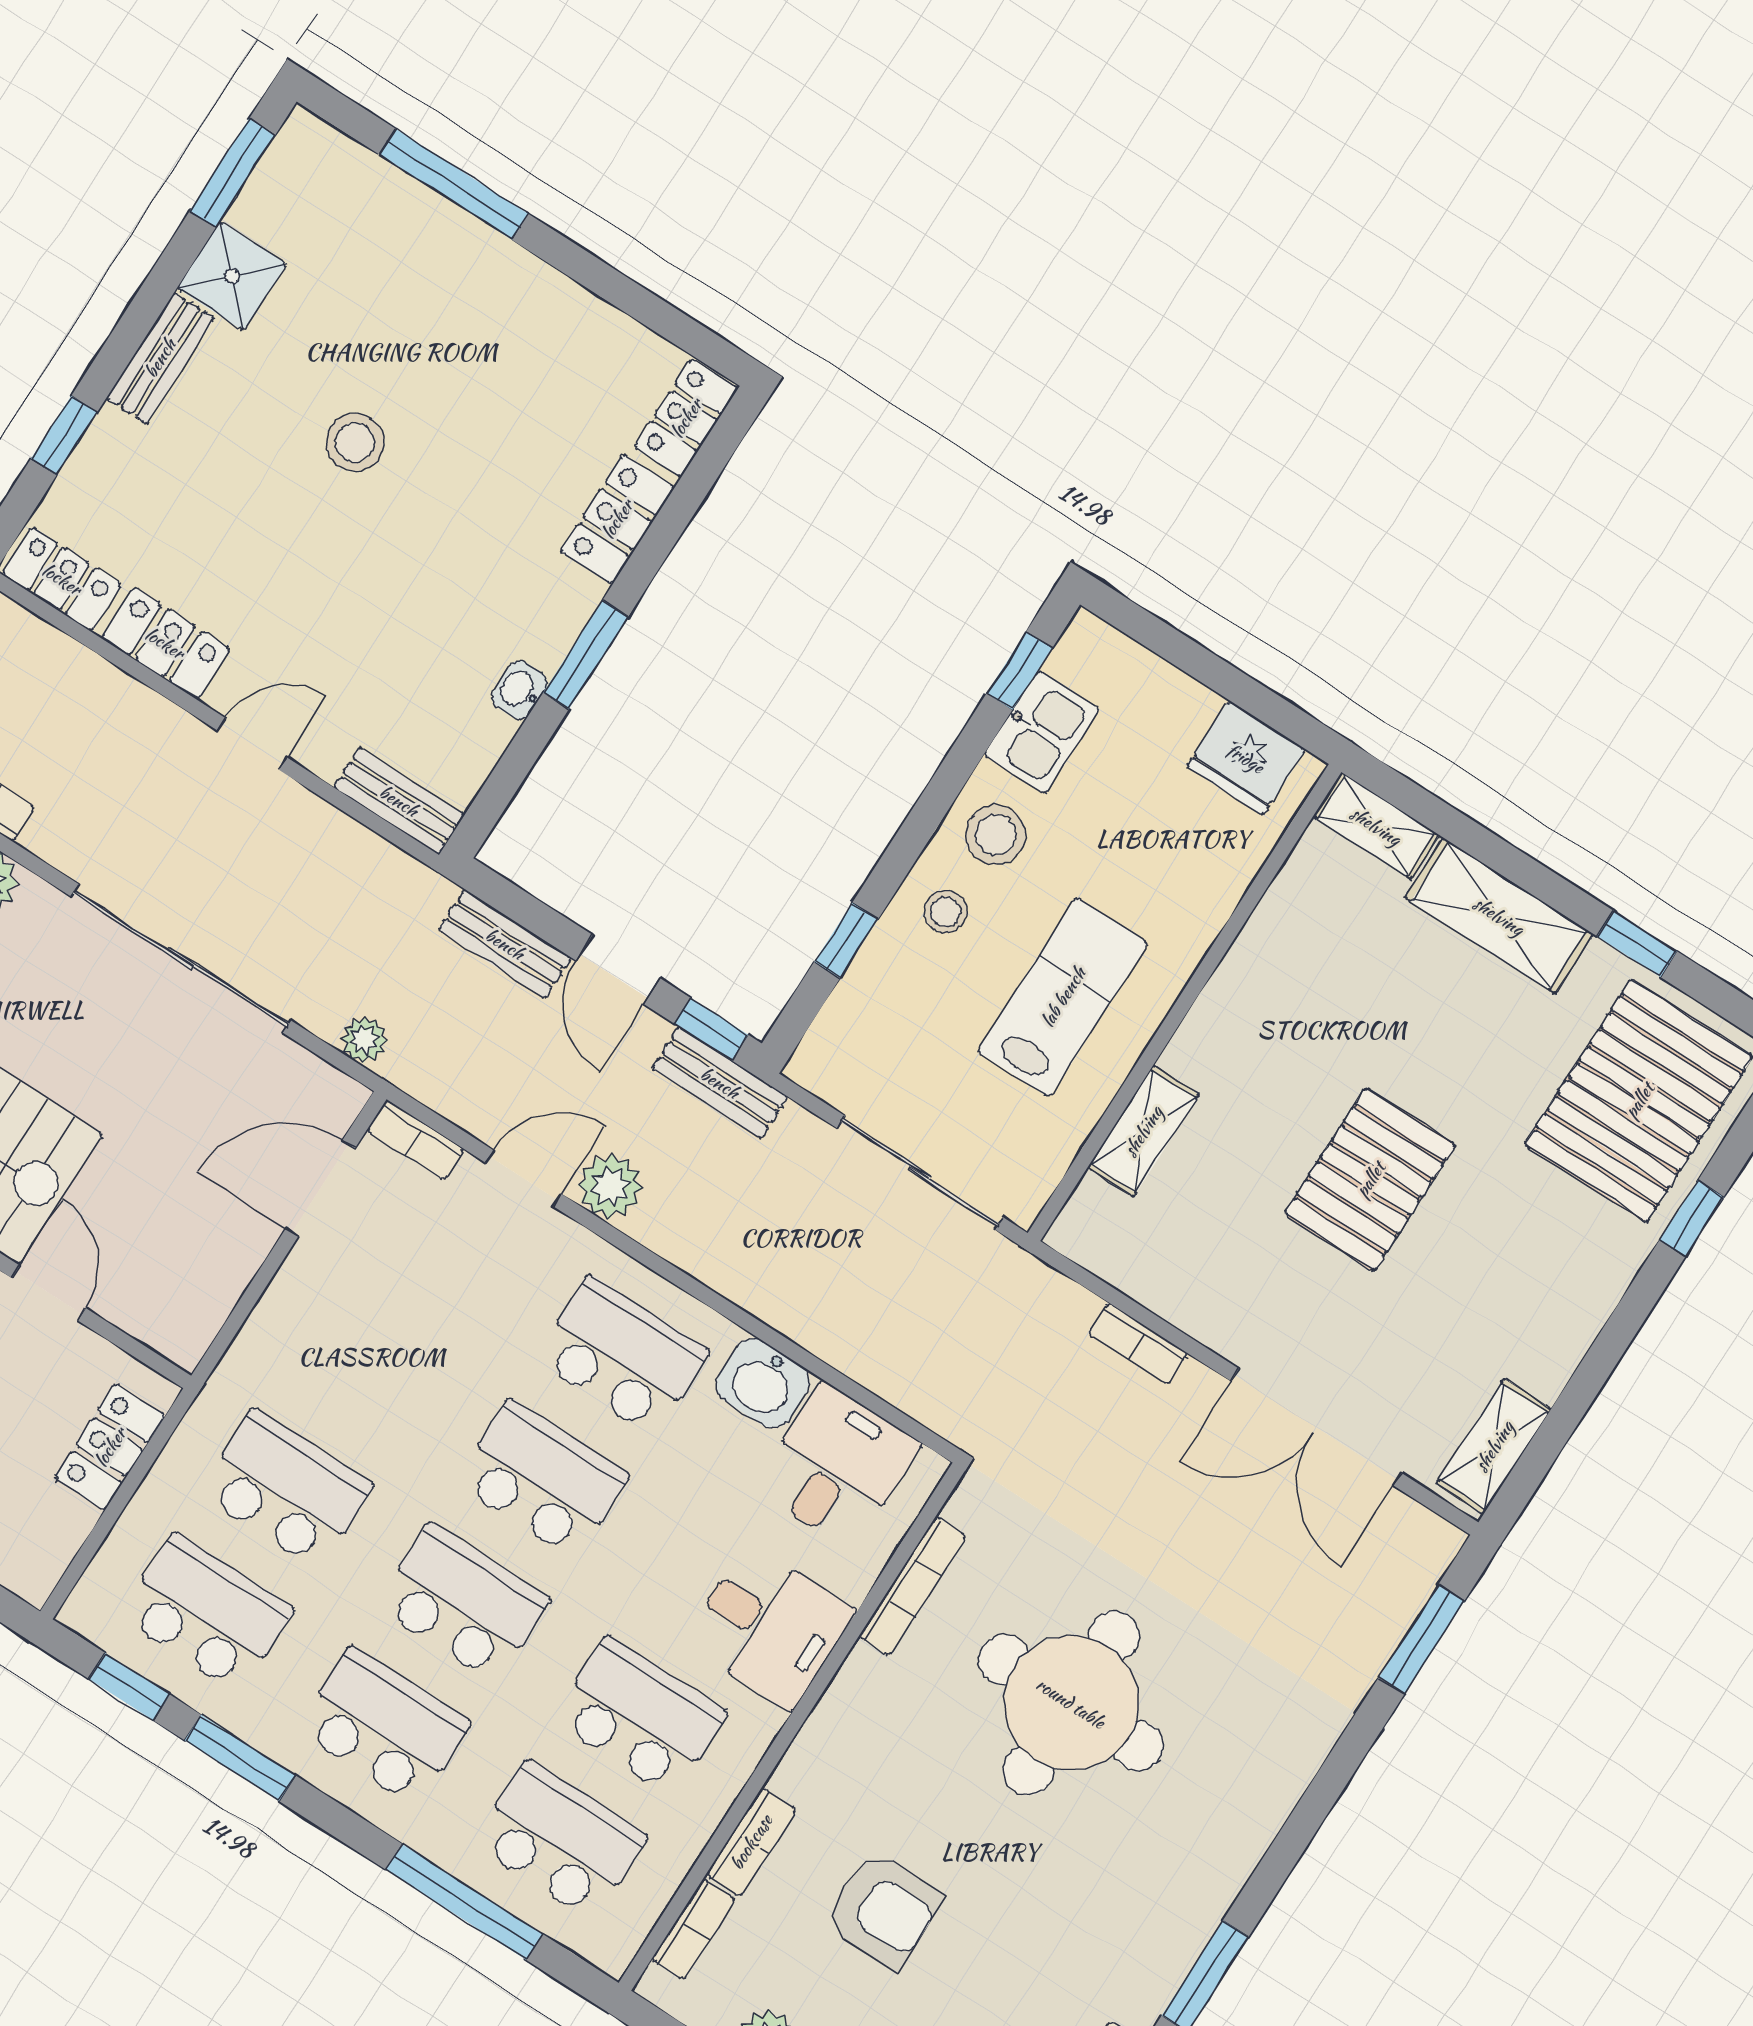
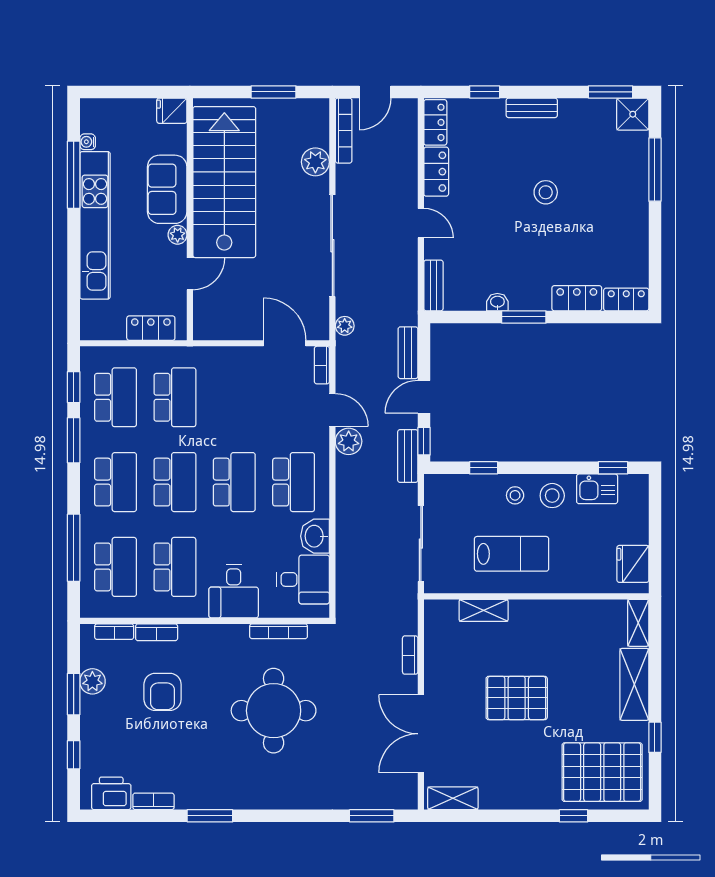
shower: (232, 276) -> (633, 114), moved

